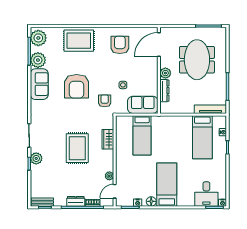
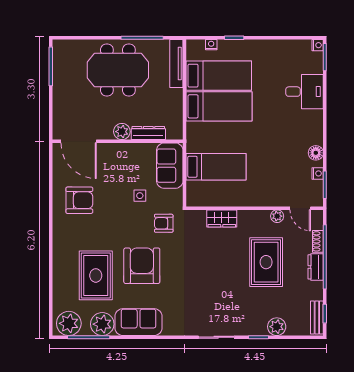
rug: (79, 41) -> (96, 275), moved
armchair: (120, 45) -> (79, 200), turned 180
meeting table: (197, 60) -> (118, 70), moved
armchair: (77, 86) -> (142, 266), turned -90
rug: (77, 148) -> (266, 262), moved, turned 90
plant: (36, 158) -> (277, 327), moved
bed: (167, 185) -> (219, 106), moved, turned 180
desk: (206, 194) -> (305, 92), moved

